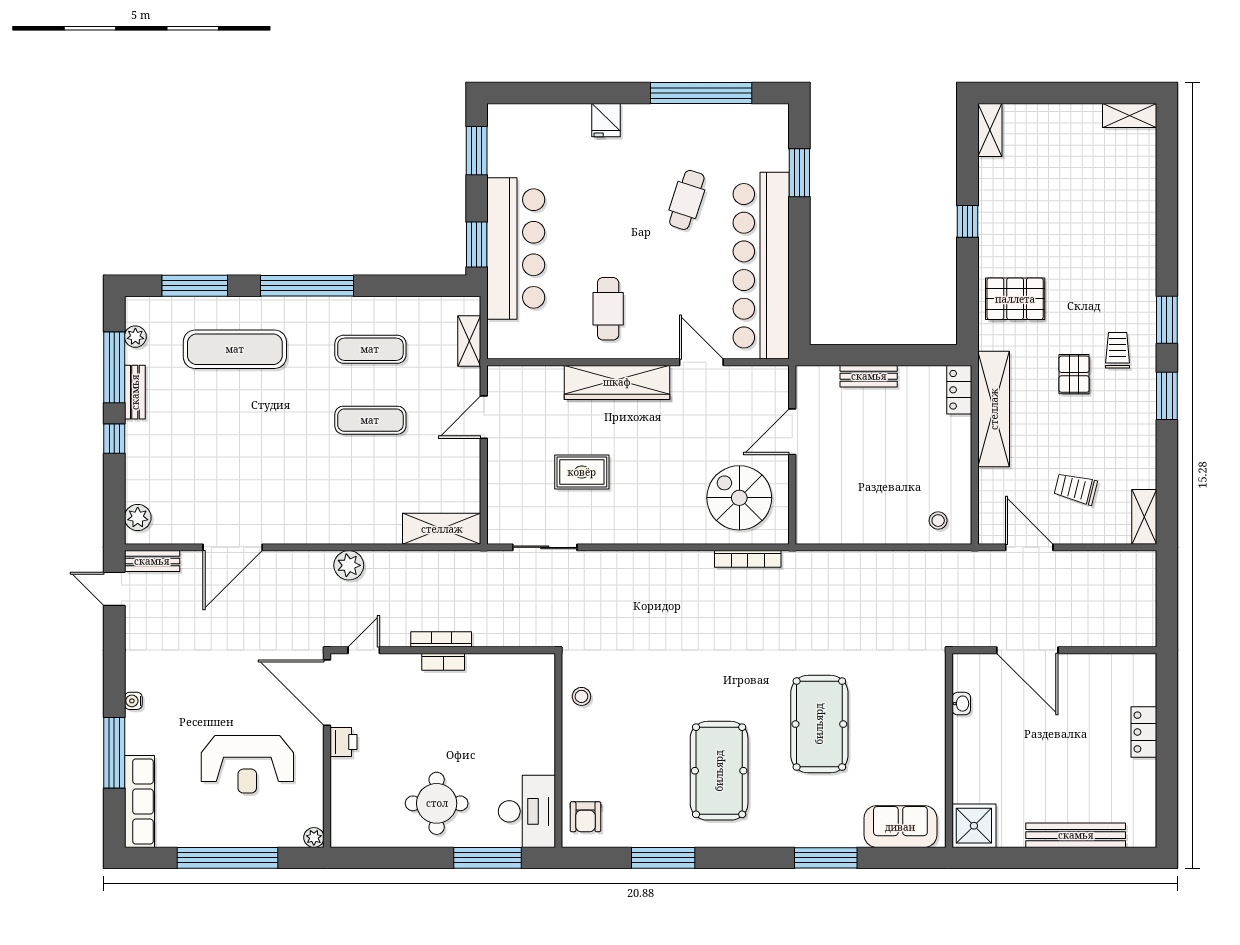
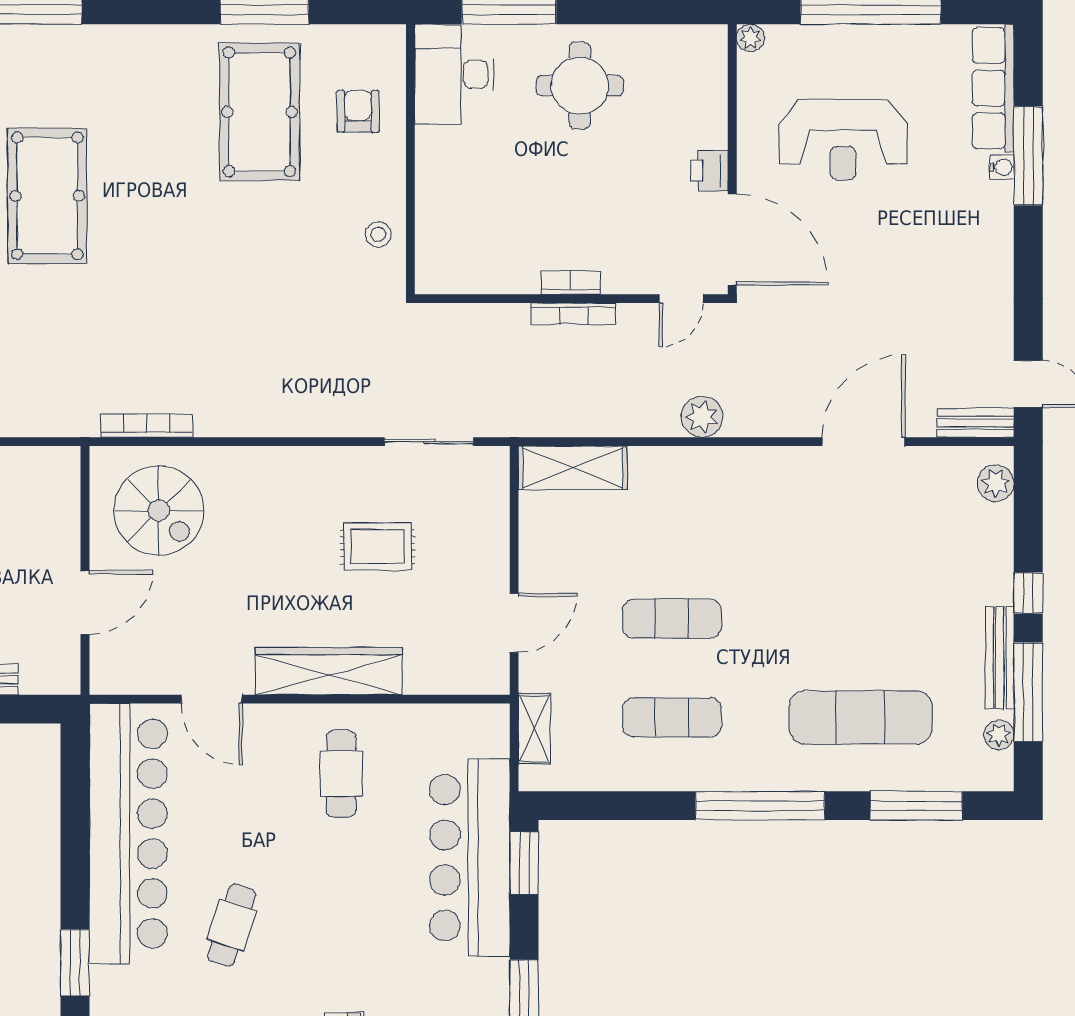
bench: (135, 392) -> (1000, 658), width x1.36
water cooler: (133, 701) -> (1002, 167), moved
reception desk: (247, 764) -> (843, 140), turned 180
pool table: (719, 771) -> (259, 112), moved
armchair: (585, 817) -> (358, 111), moved

